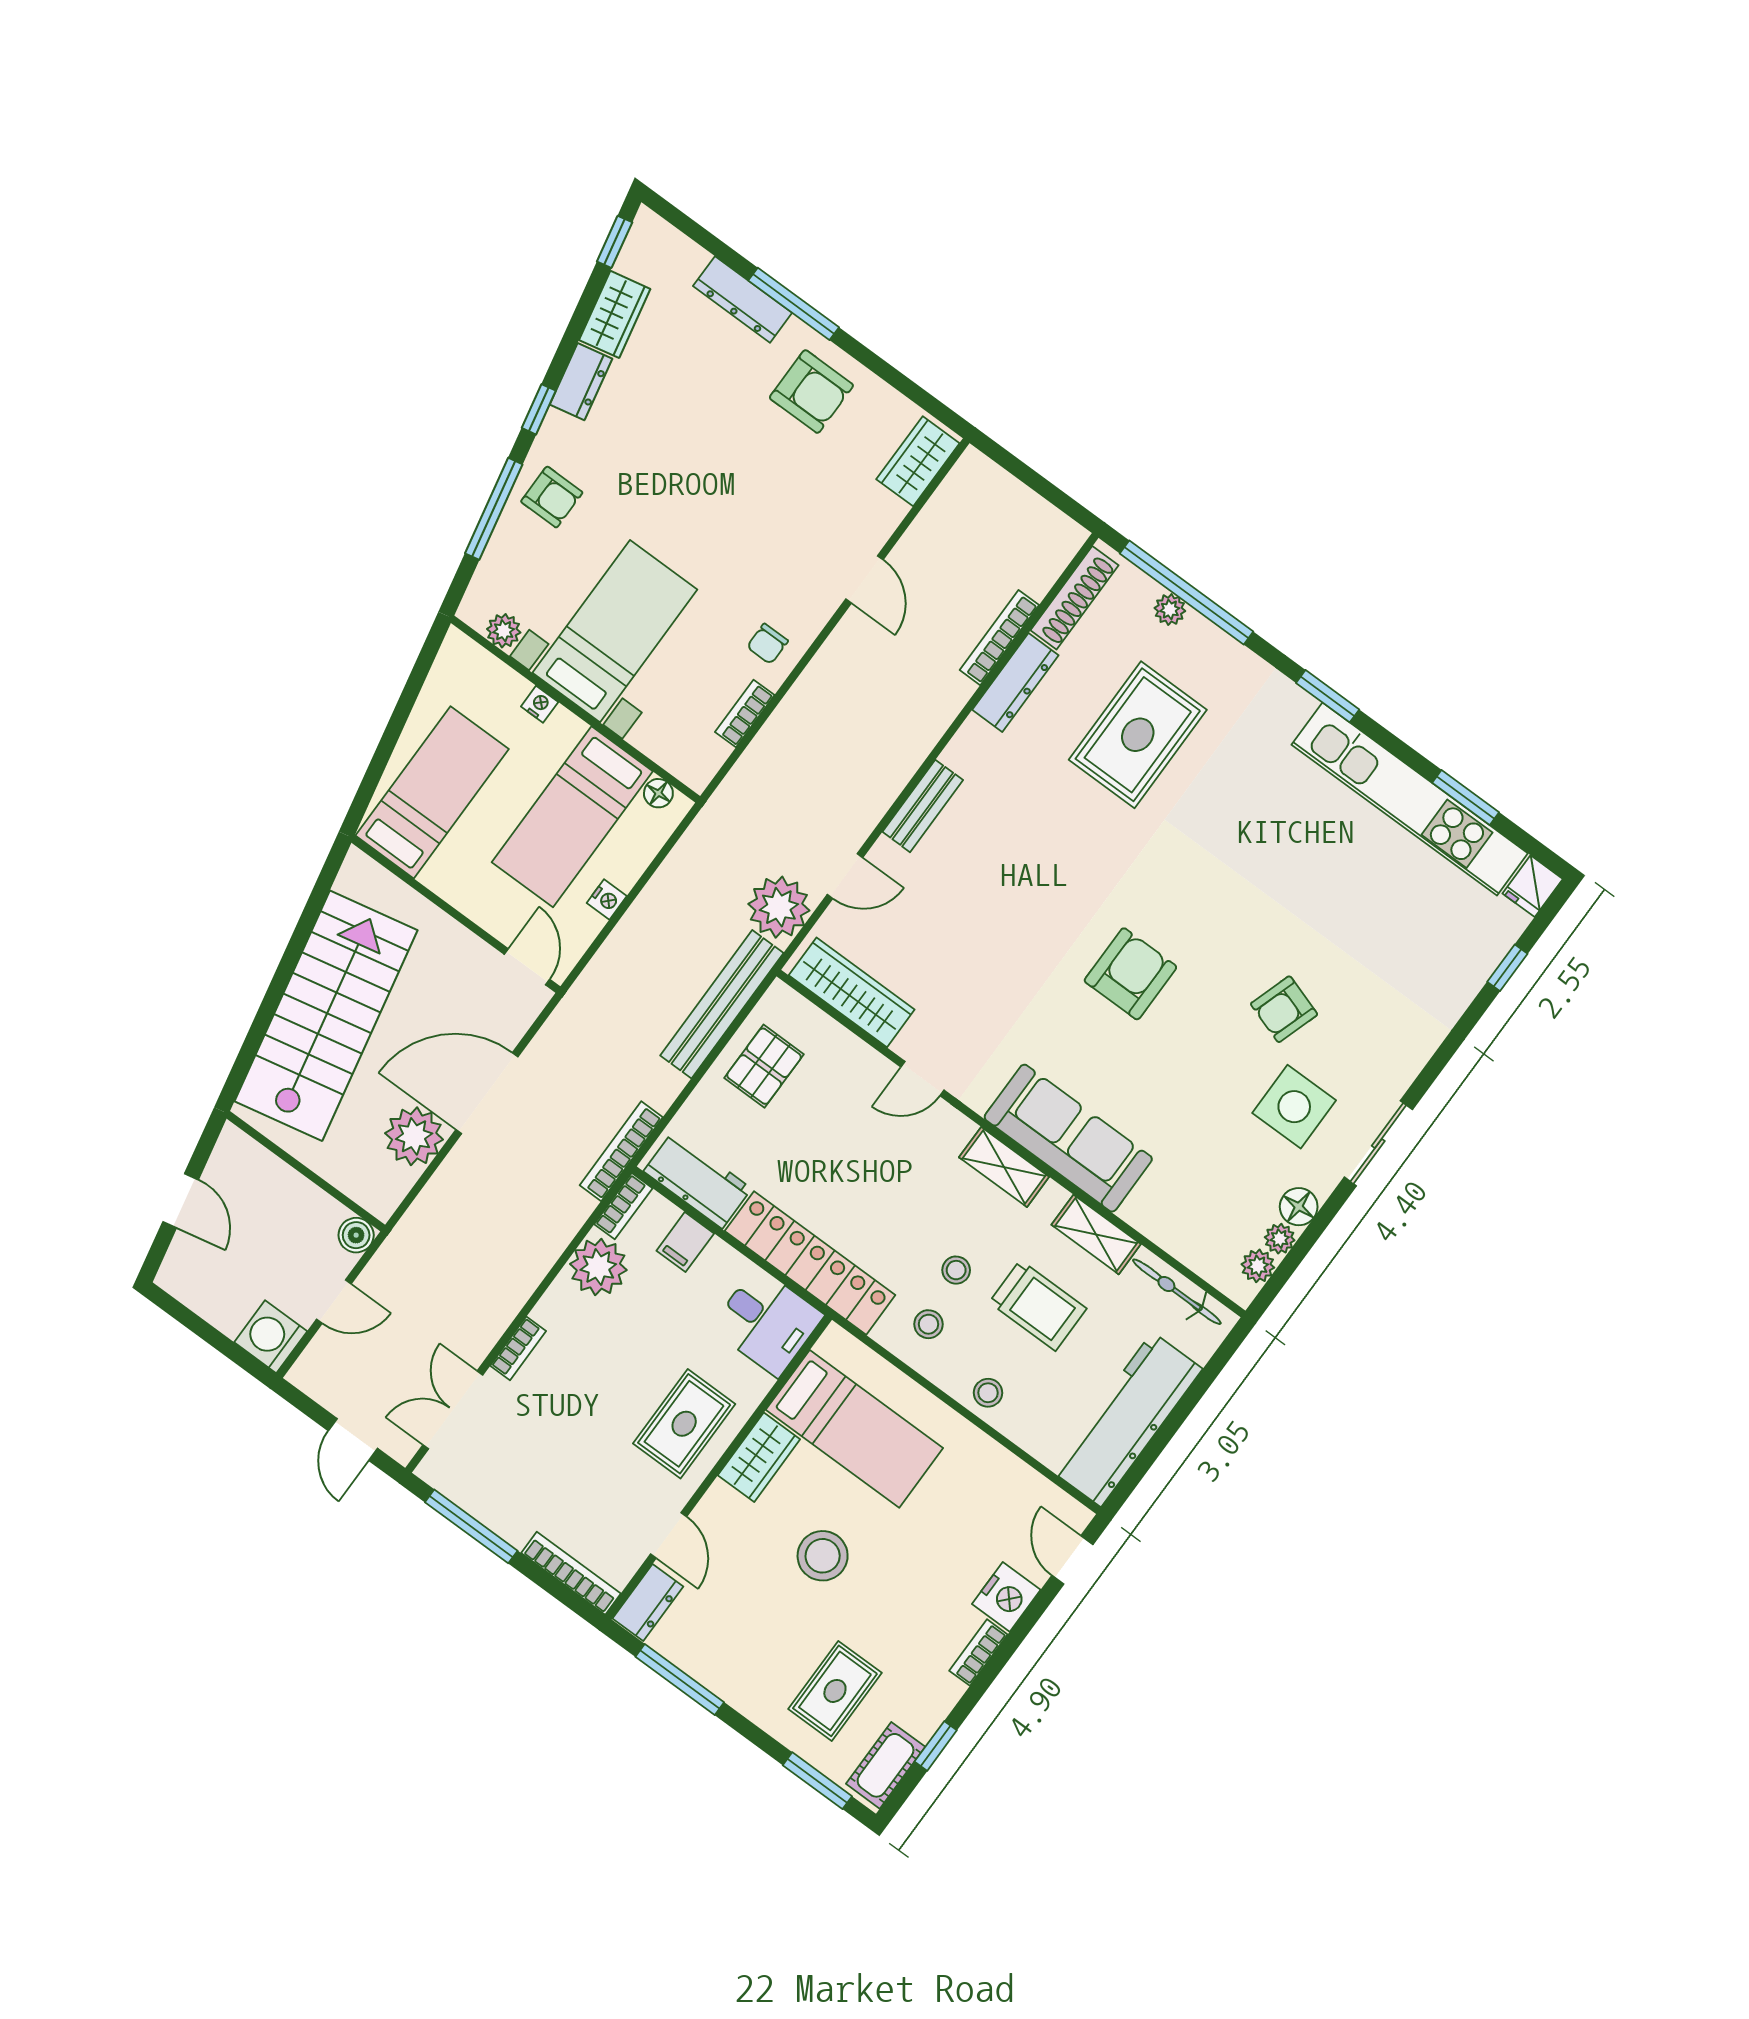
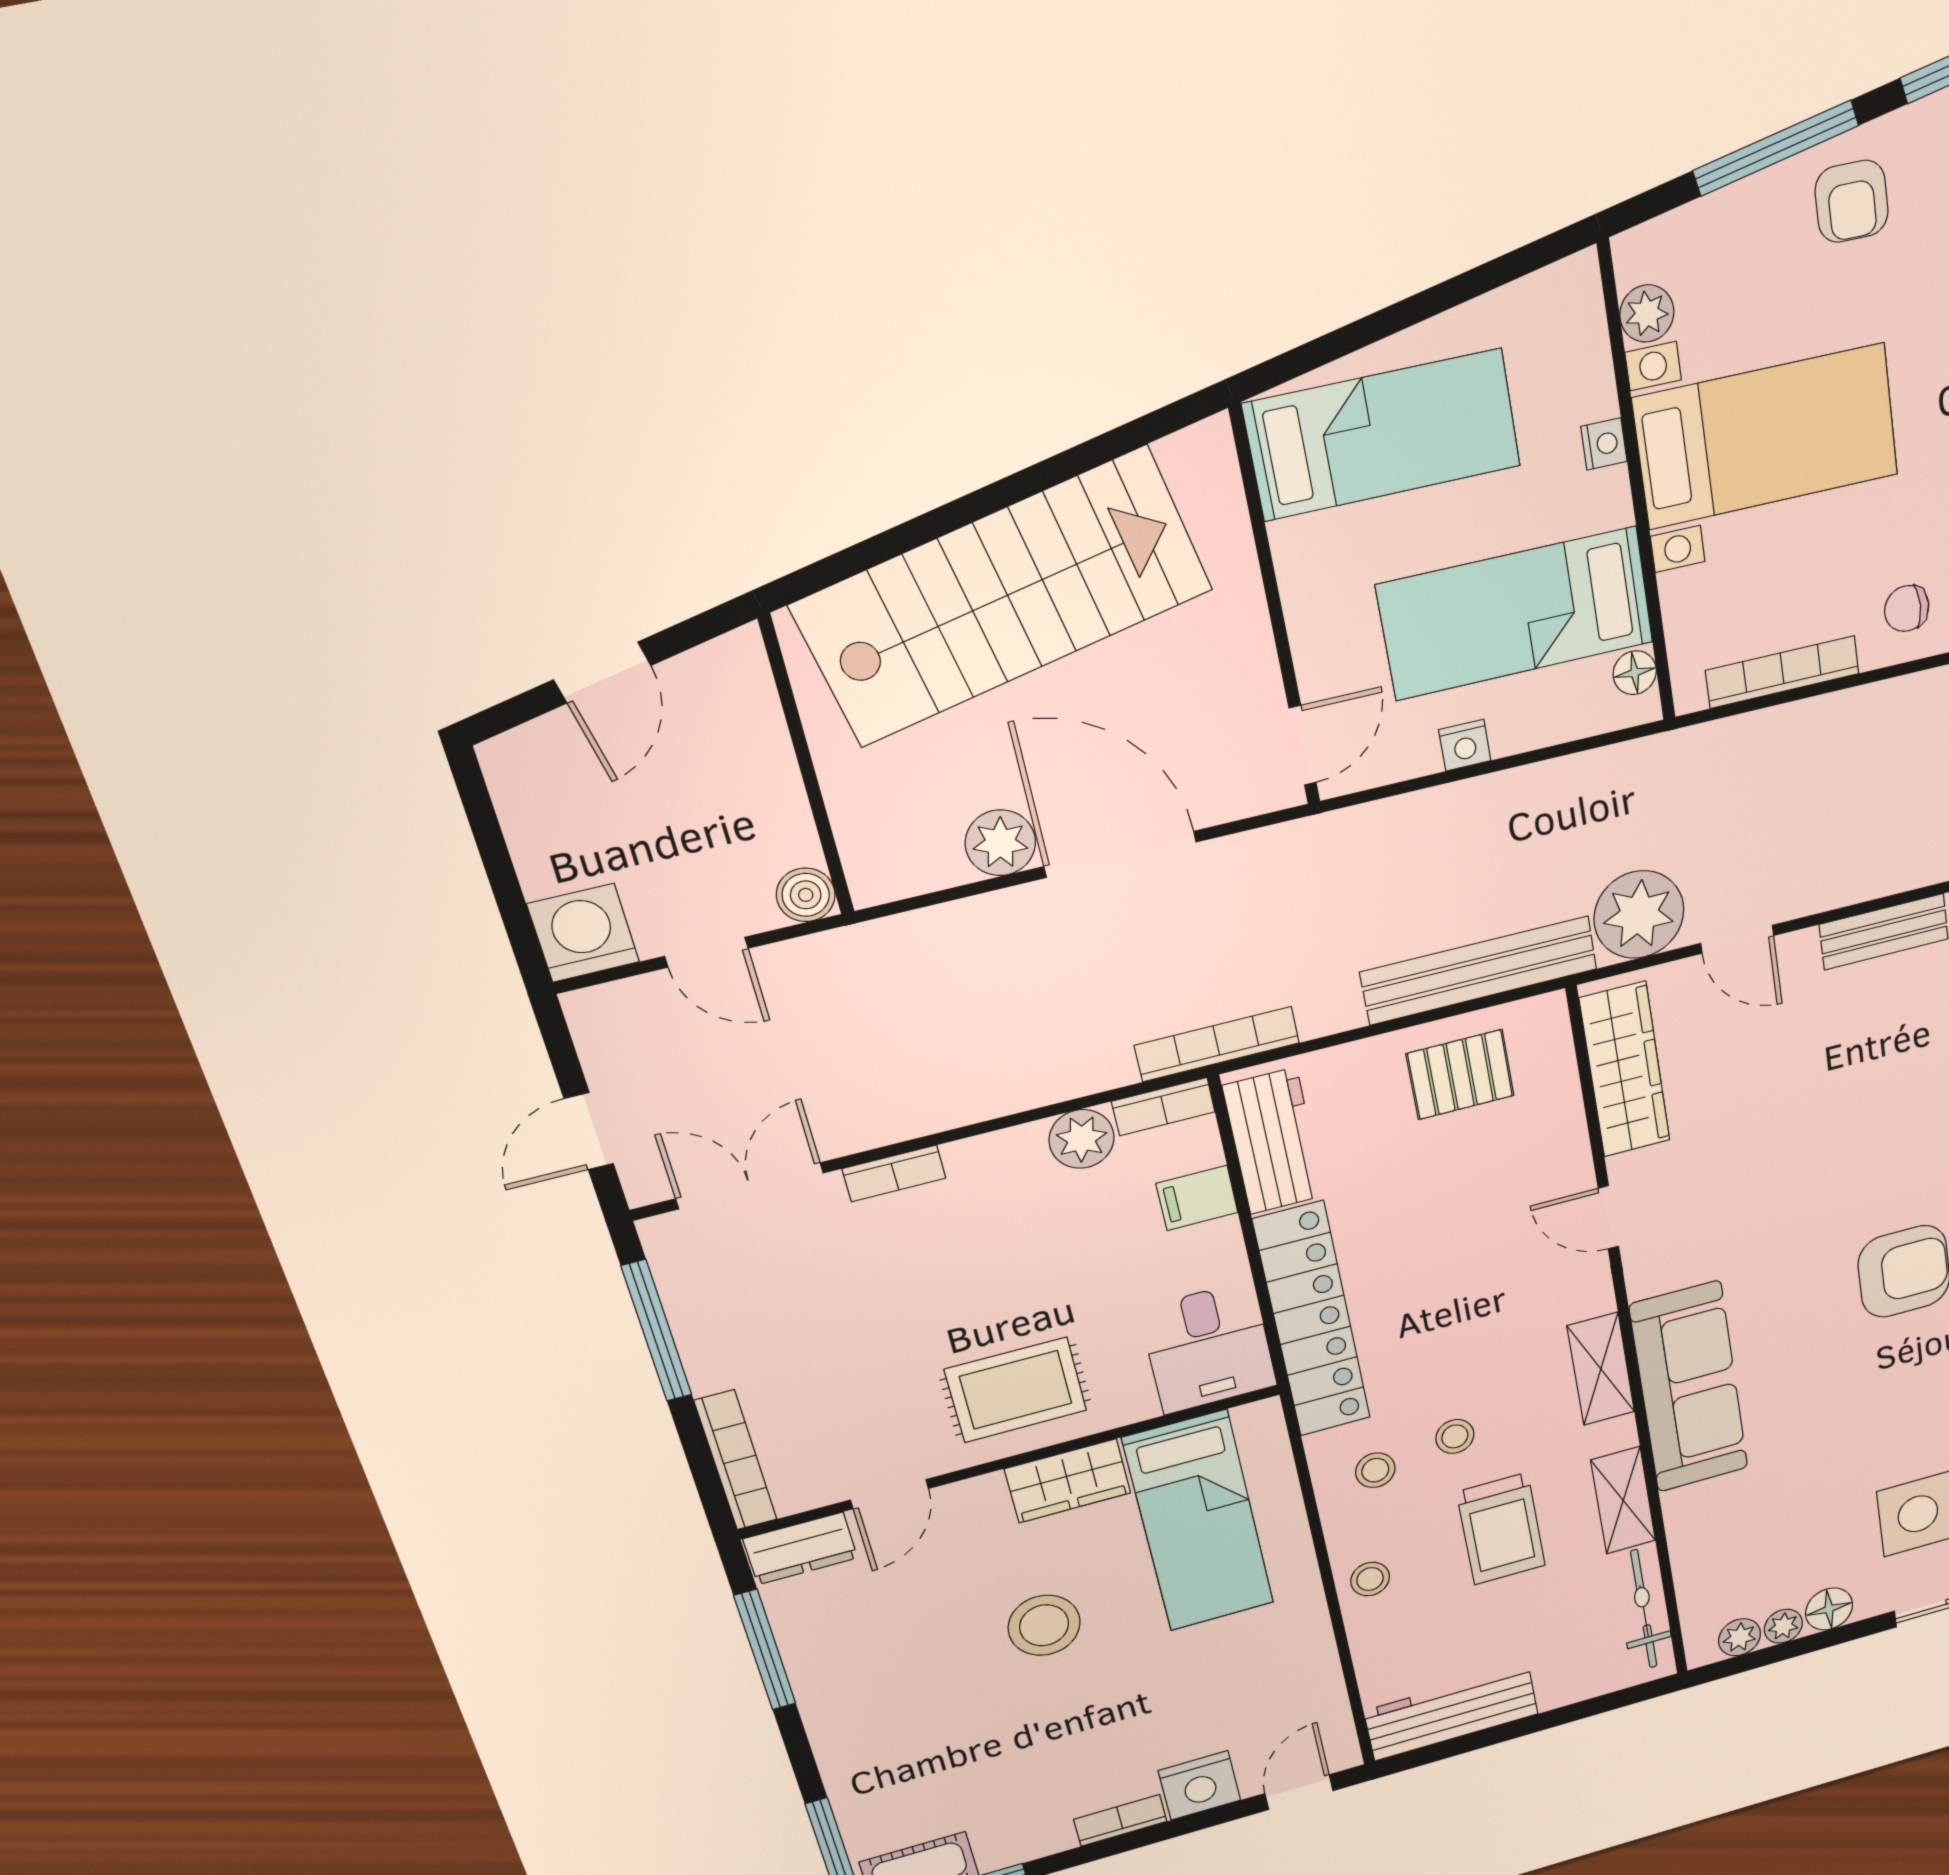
bookcase: (745, 713) -> (1782, 672), width x1.56
plant: (414, 1136) -> (1000, 843), width x0.73, depth x0.73
plant: (598, 1267) -> (1082, 1139), width x0.73, depth x0.73
workbench: (1127, 1420) -> (1451, 1712), width x0.73, depth x0.76
rug: (835, 1691) -> (932, 1766), removed

